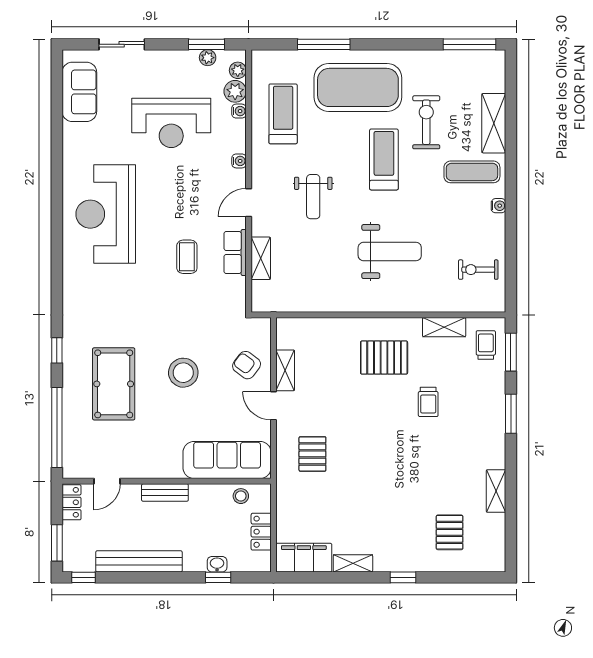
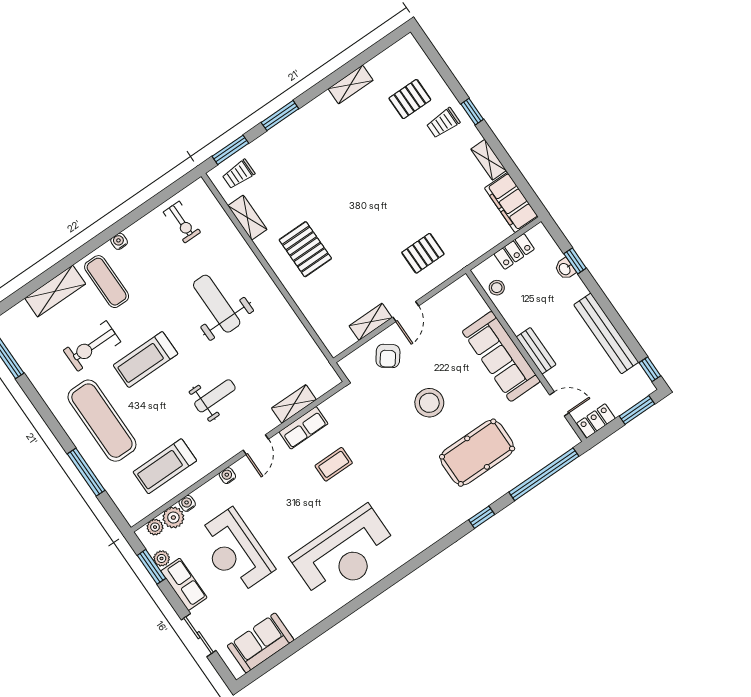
row of seats: (173, 61) -> (184, 584), added
exercise mat: (358, 87) -> (102, 421), width x0.68
reception desk: (171, 123) -> (235, 551), turned 180
door: (249, 203) -> (256, 445), hinge flipped
trolley: (428, 402) -> (443, 123), moved, turned 180
sofa: (227, 460) -> (501, 356), moved

